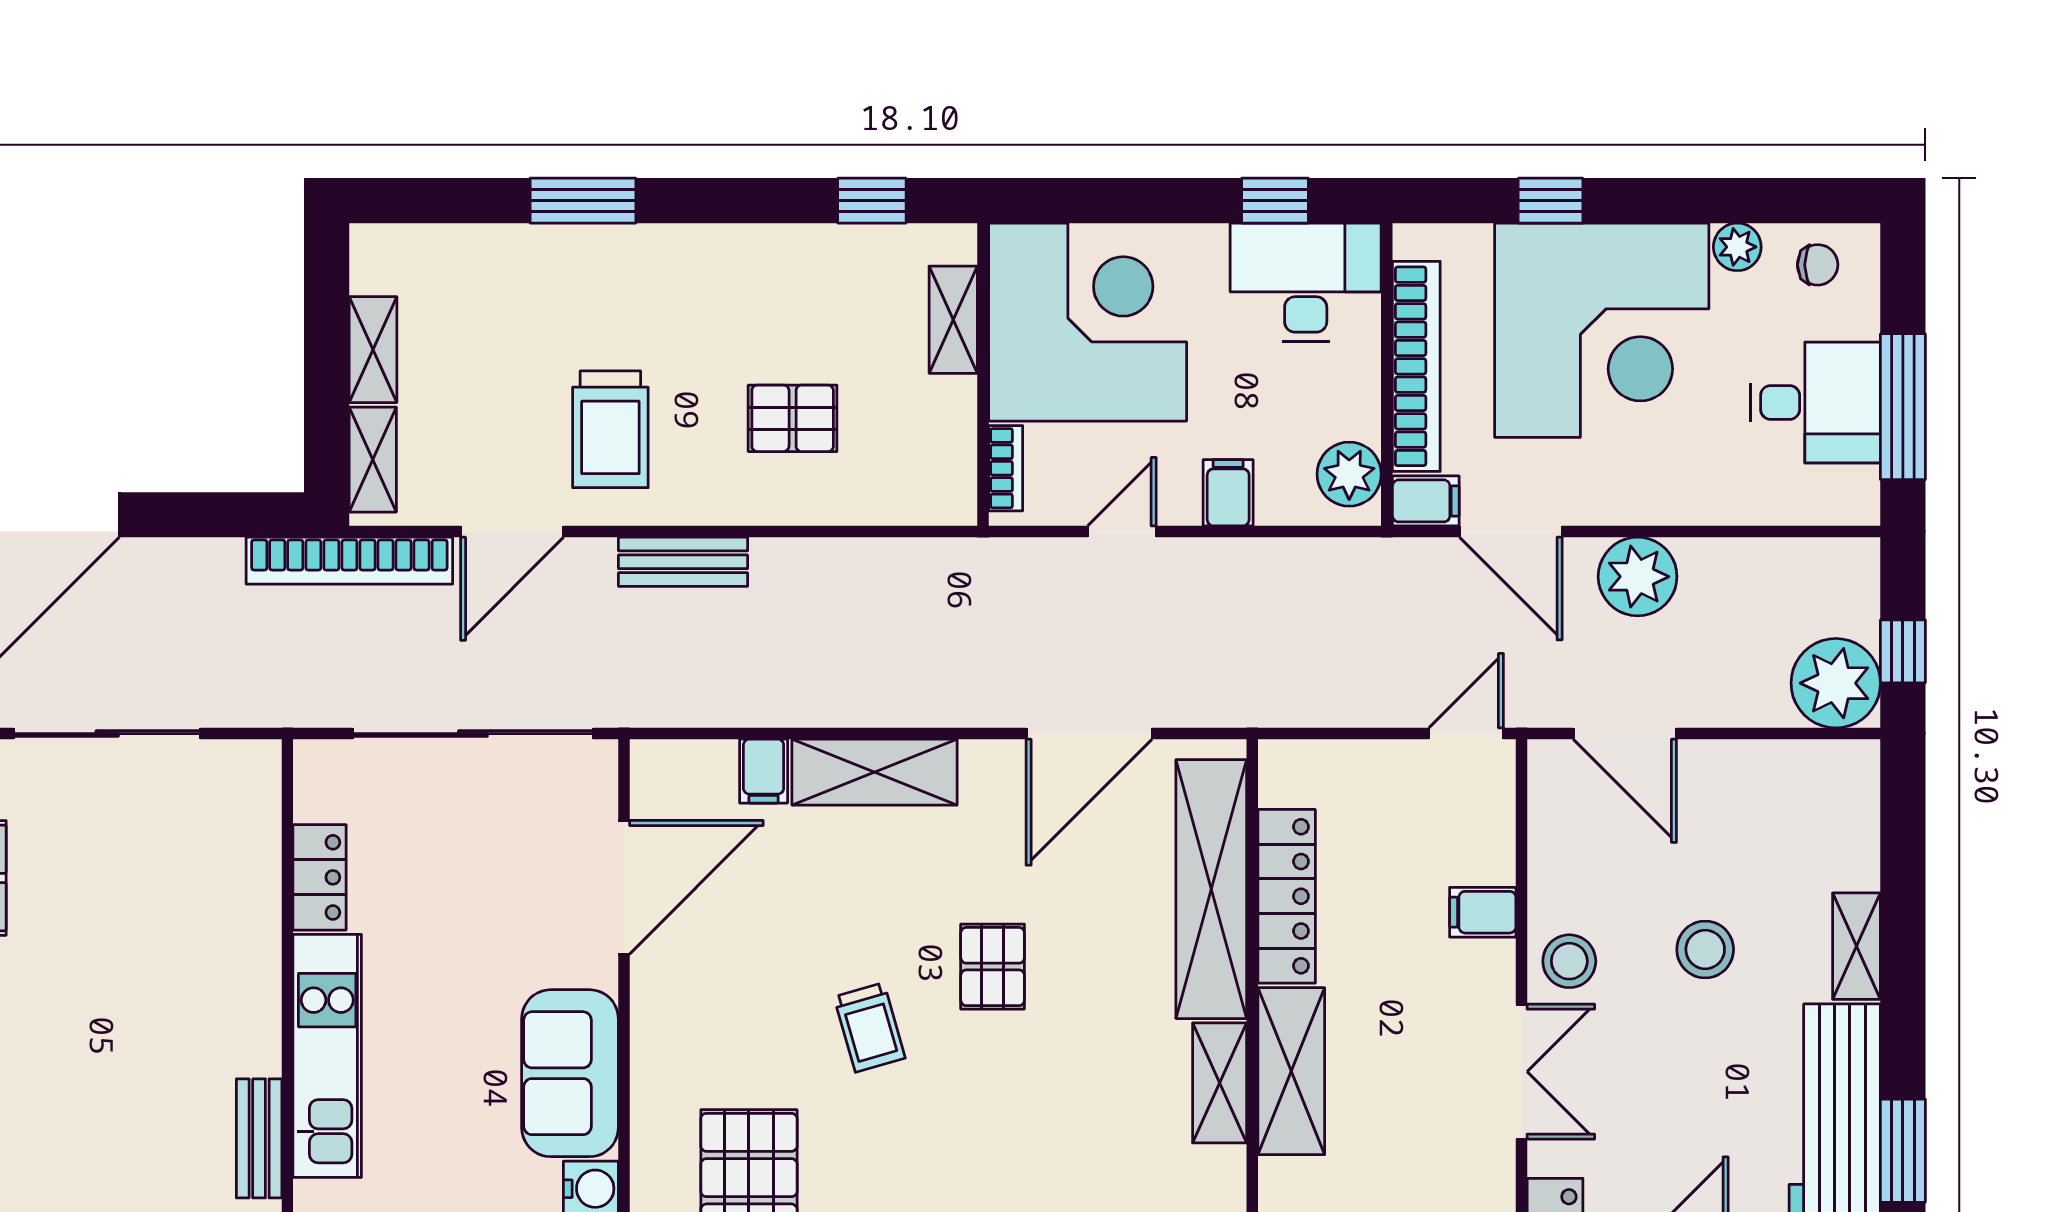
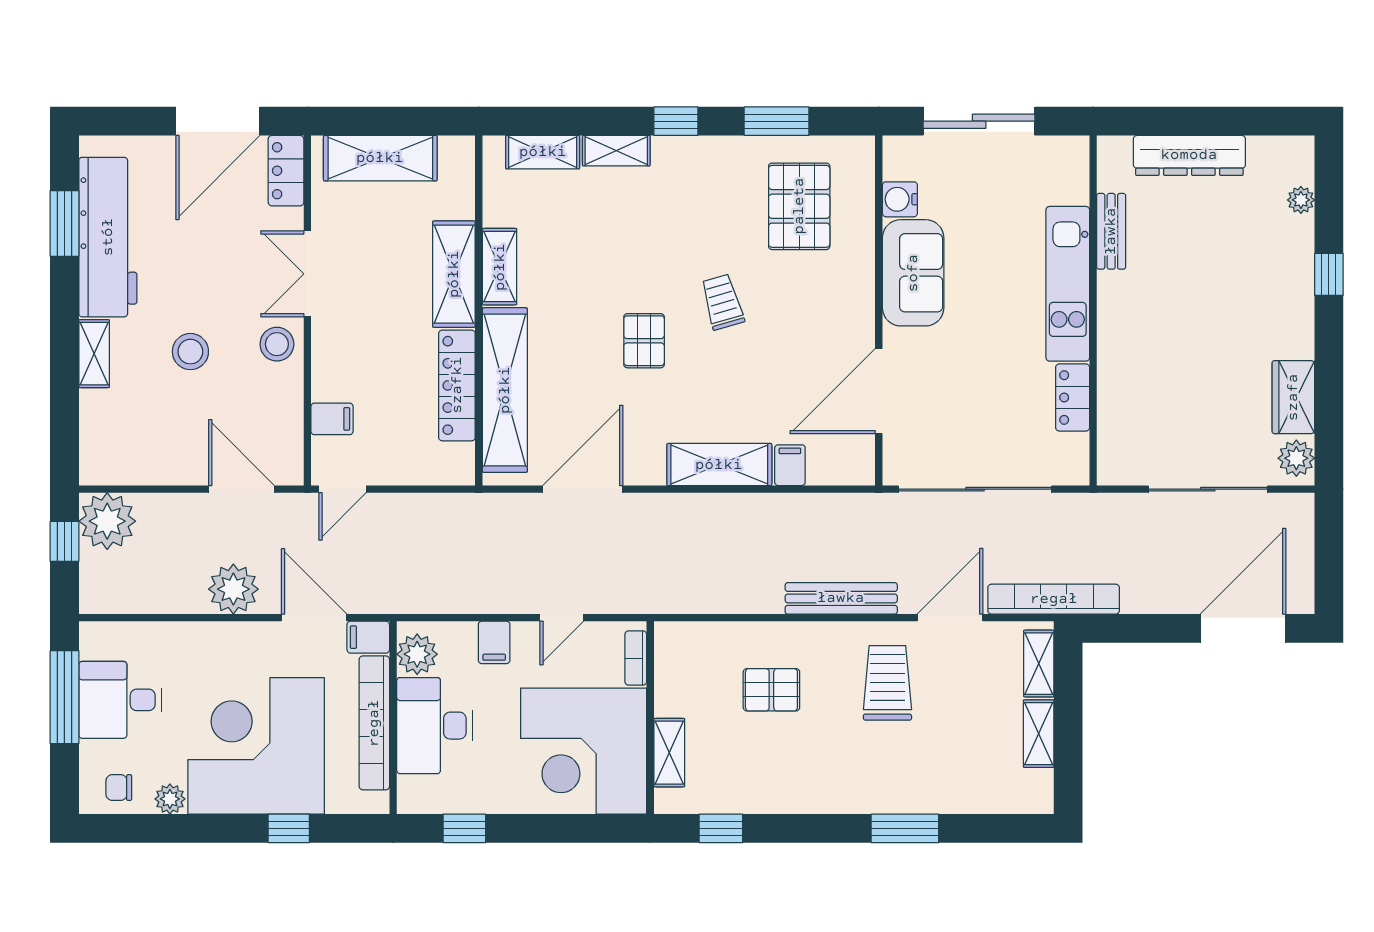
desk: (1306, 282) -> (434, 726), moved, turned 90
bench: (683, 562) -> (841, 598), width x1.36
filing cabinet: (1483, 912) -> (332, 419), moved

